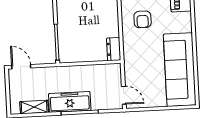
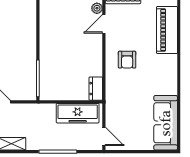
sofa: (180, 70) -> (166, 123), width x0.74, depth x0.79
freezer: (70, 102) -> (78, 113), moved, turned 180

